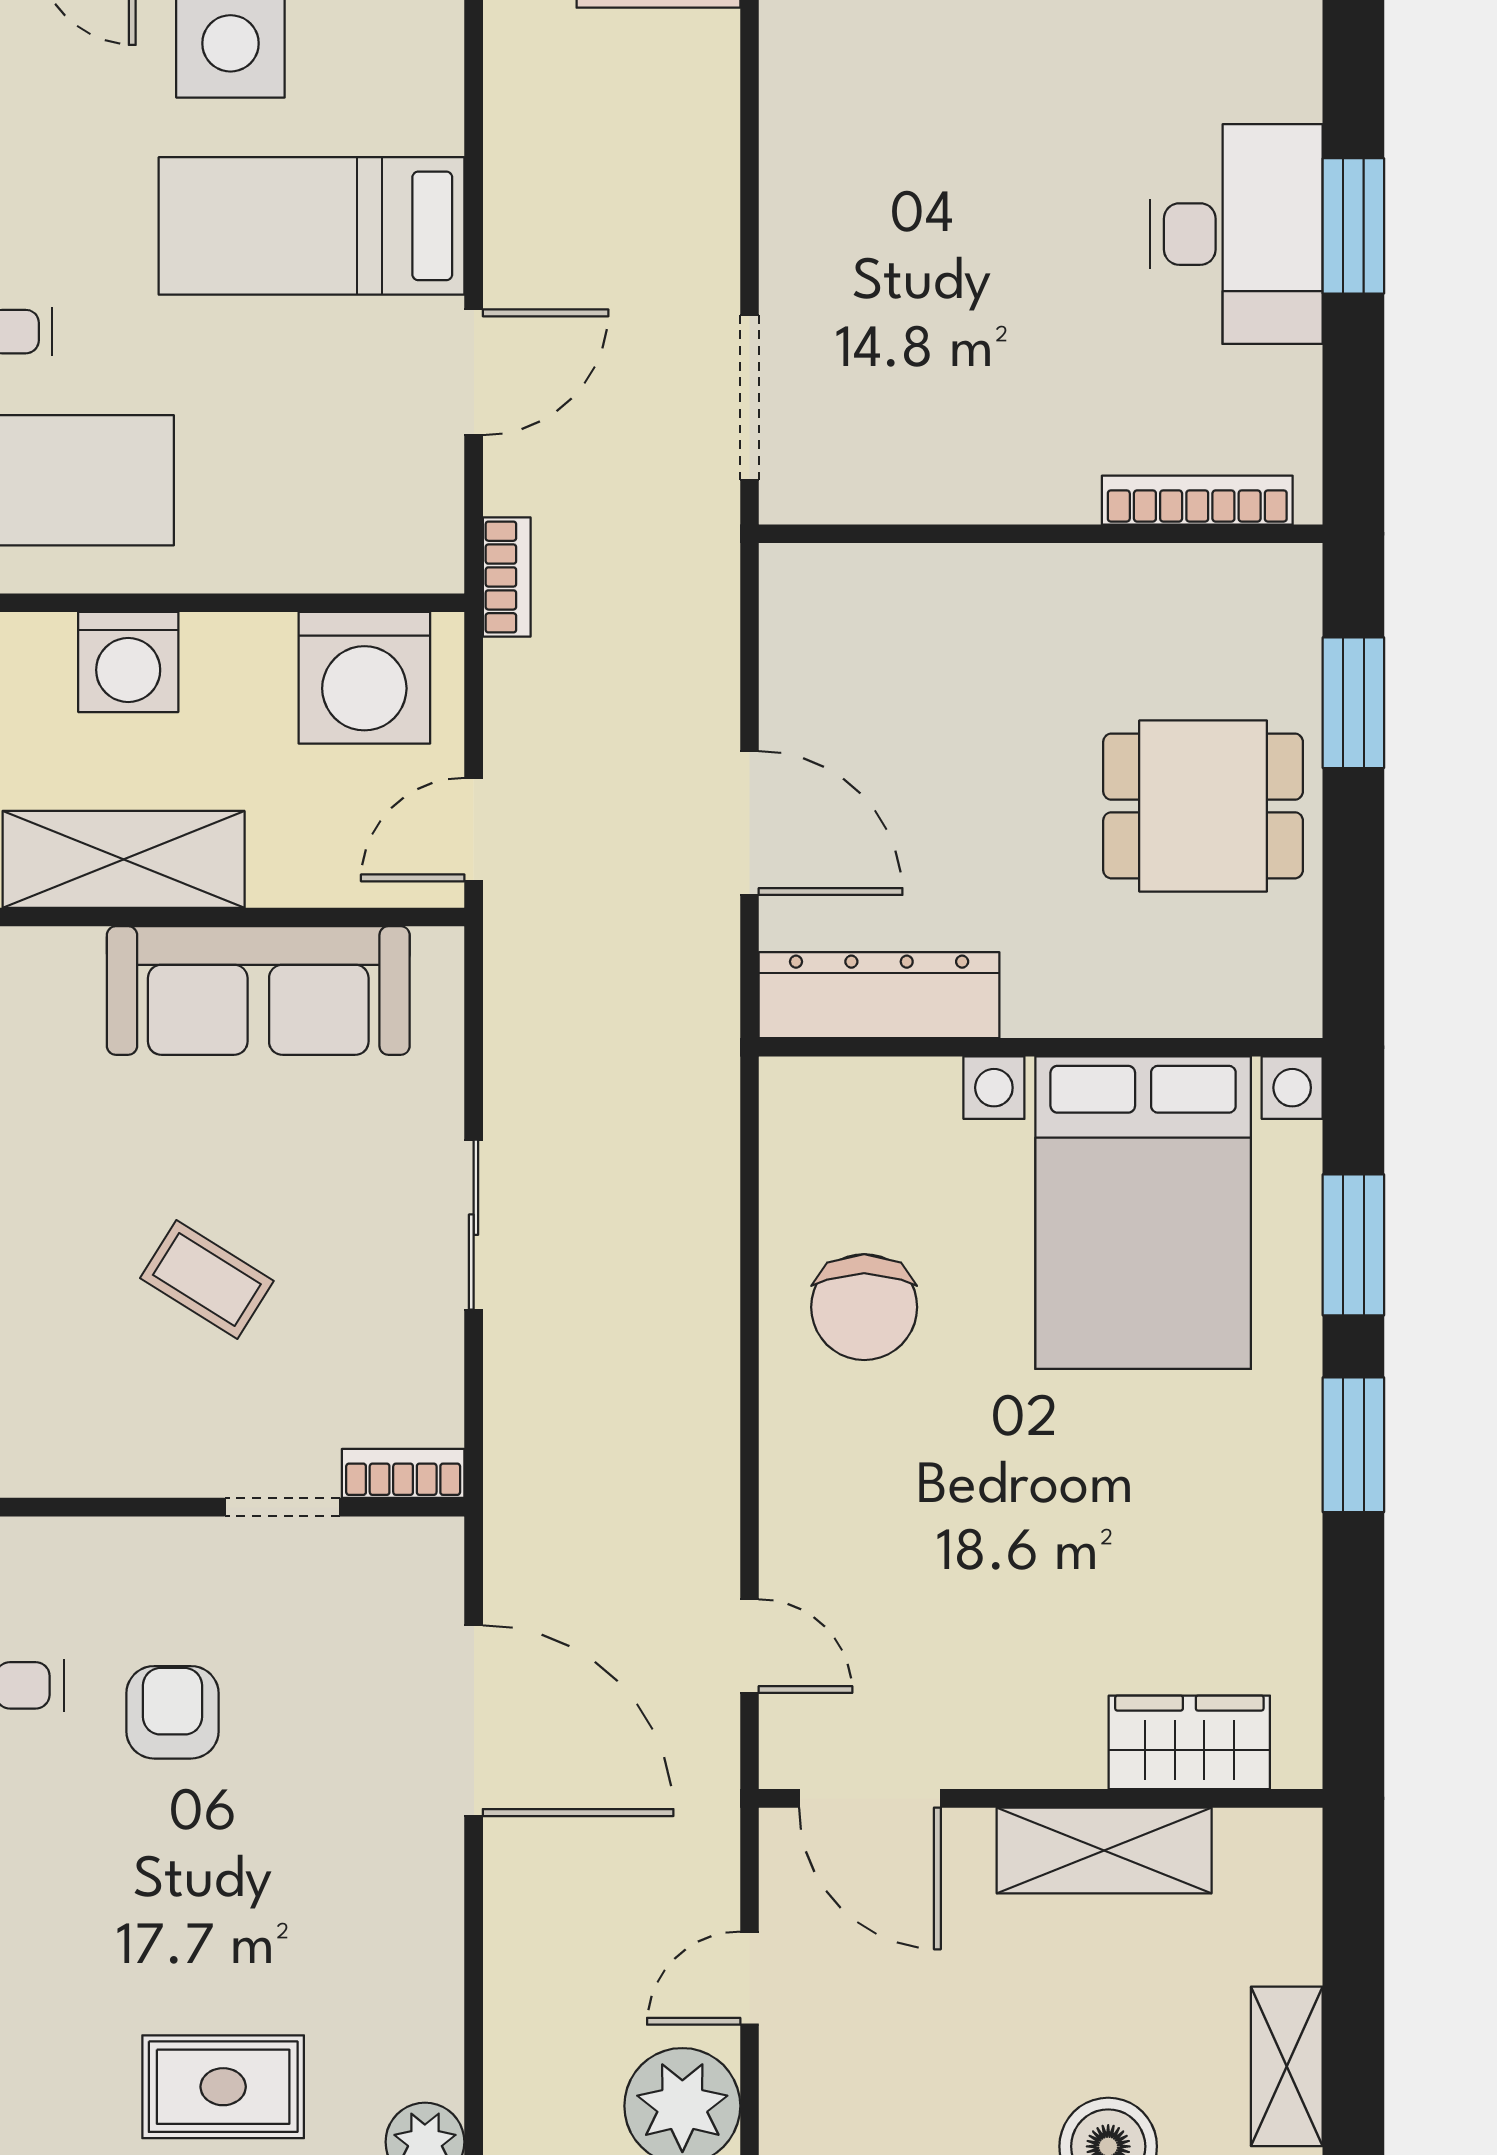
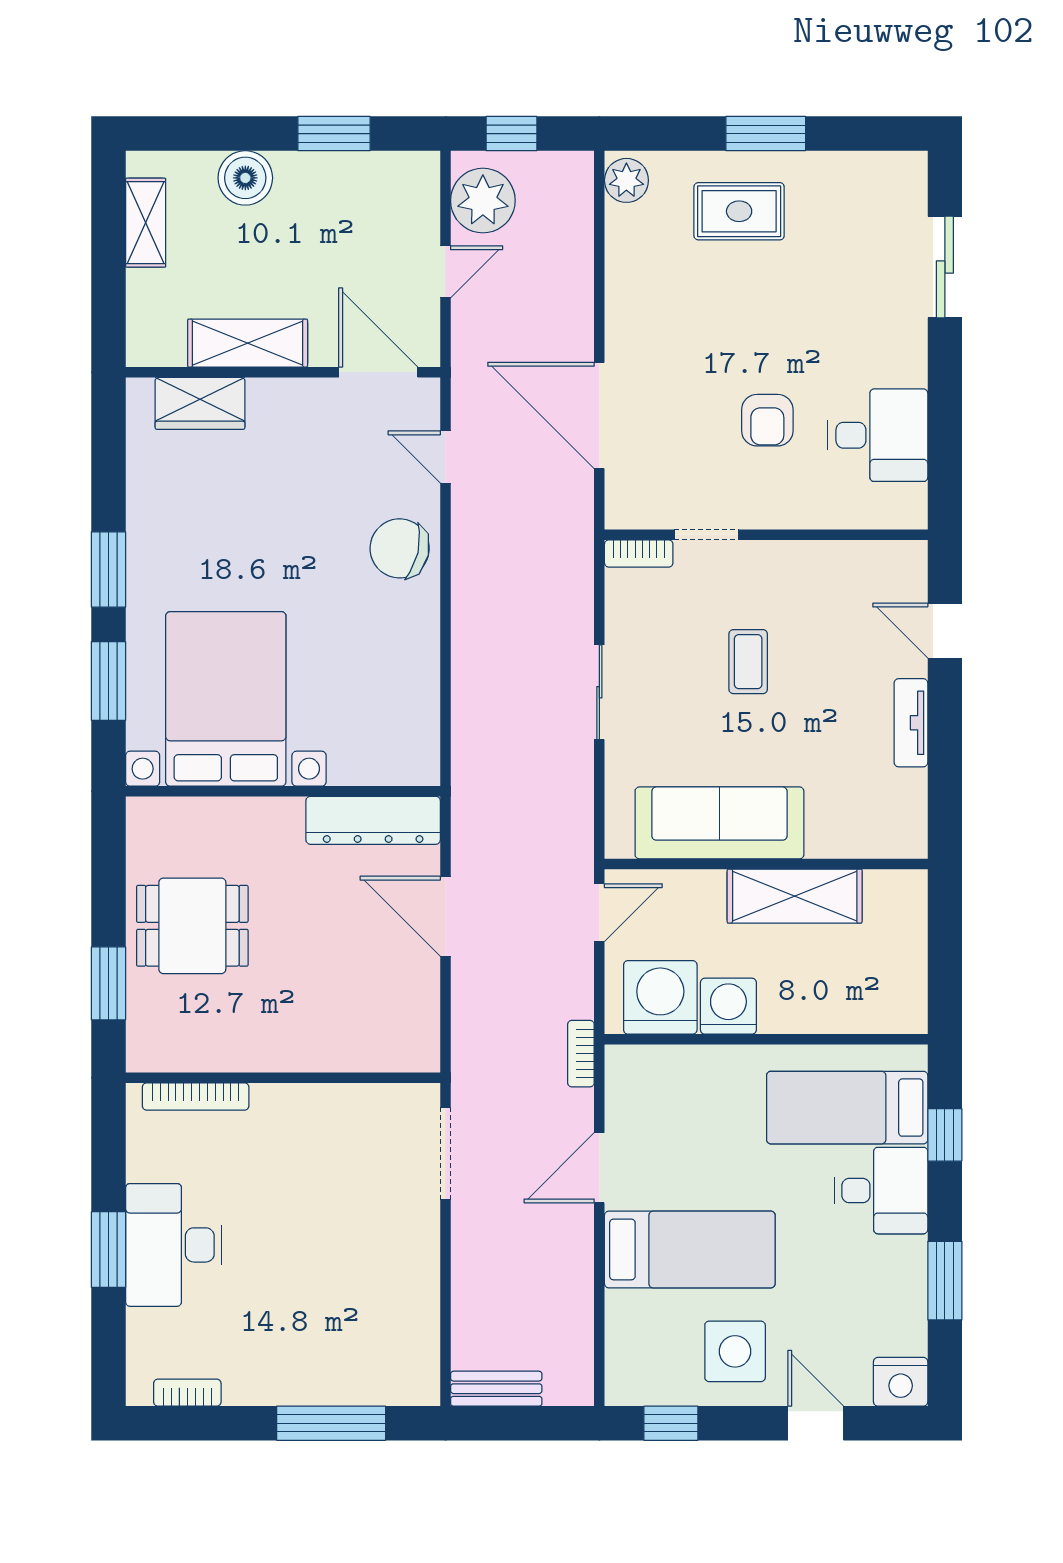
washing machine: (128, 662) -> (728, 1006), moved
coffee table: (207, 1280) -> (748, 662), turned 58
chair: (864, 1307) -> (400, 548), moved, turned -77

